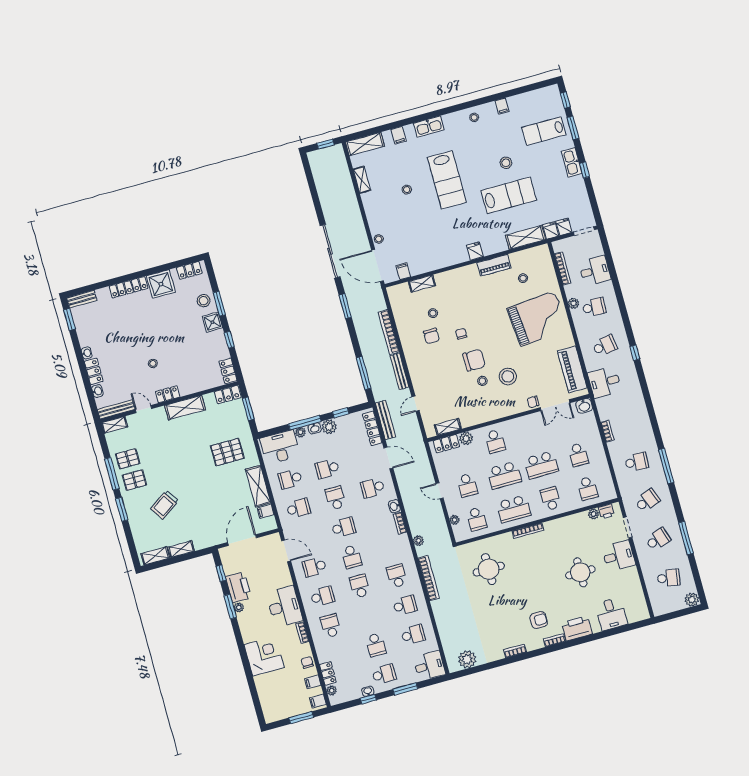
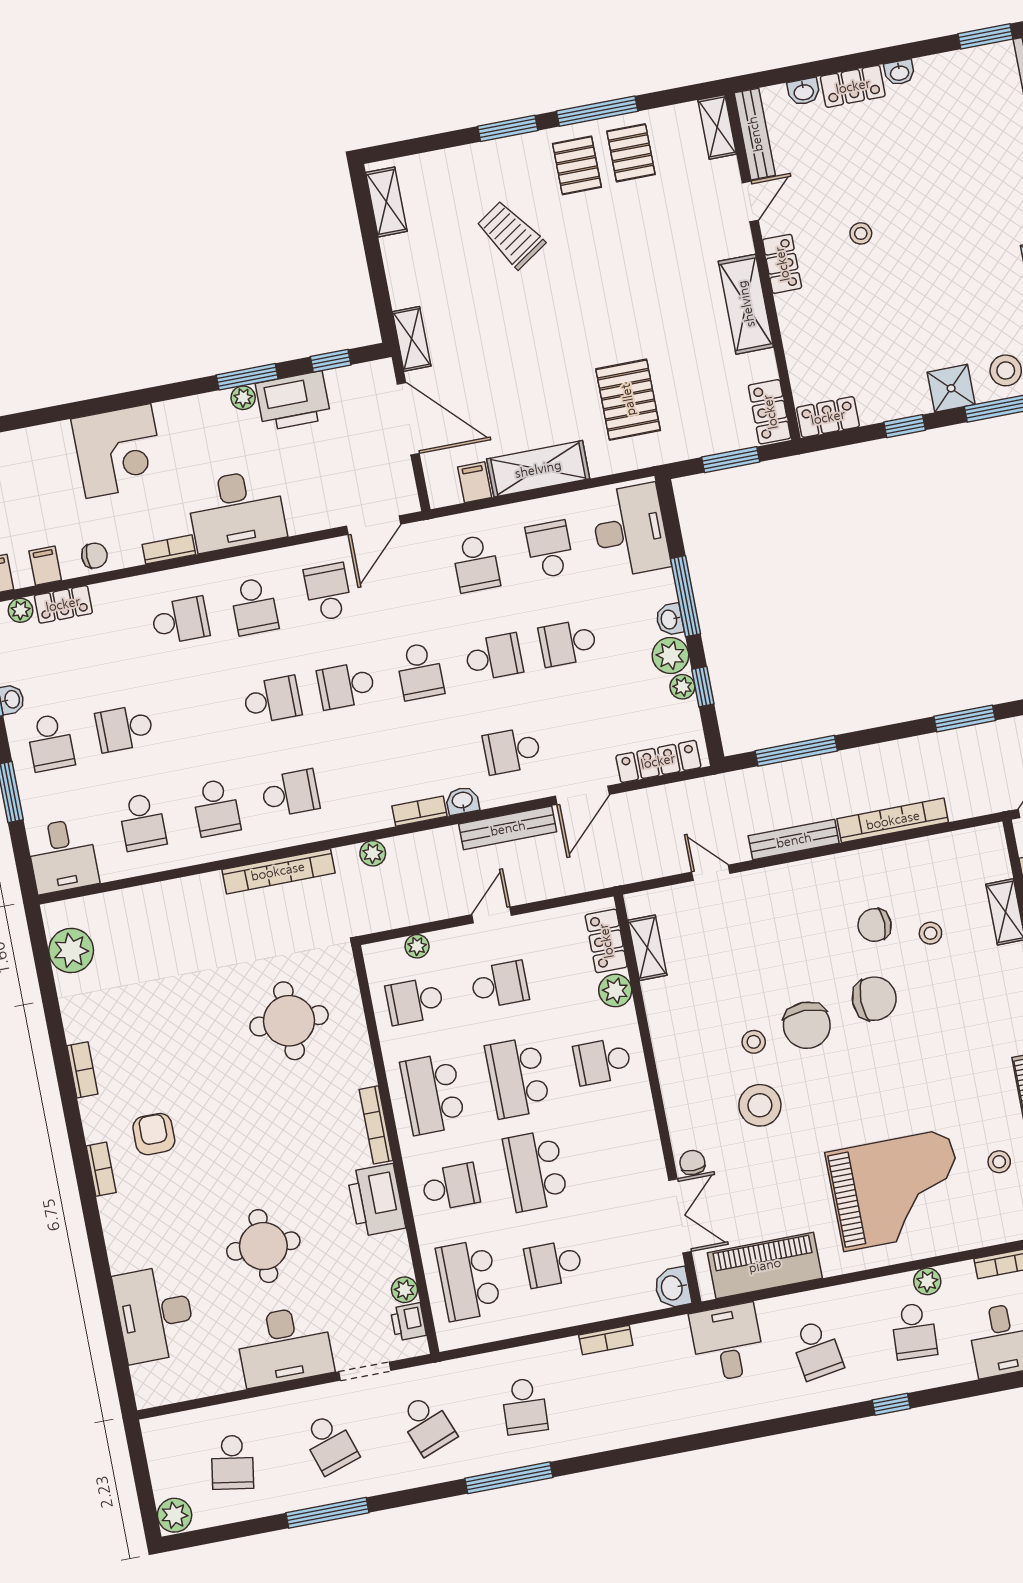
grand piano: (538, 319) -> (897, 1190), turned -85
chair: (461, 334) -> (874, 999), width x1.87, depth x1.87
window: (635, 353) -> (891, 1404), moved
double door: (555, 405) -> (680, 1216), swing flipped
bench: (385, 420) -> (508, 828), moved
plant: (300, 432) -> (682, 687), moved
school desk: (327, 469) -> (568, 643), turned -90
school desk: (467, 485) -> (500, 985), turned 180
school desk: (373, 488) -> (512, 751), turned -90
school desk: (588, 488) -> (469, 1280), width x1.85
shelving: (181, 549) -> (412, 339), moved
desk: (619, 556) -> (284, 1346), width x1.37
desk: (611, 614) -> (155, 1314), width x1.37
armchair: (539, 620) -> (154, 1134), turned 180
printer: (577, 628) -> (376, 1200), moved, turned 180

